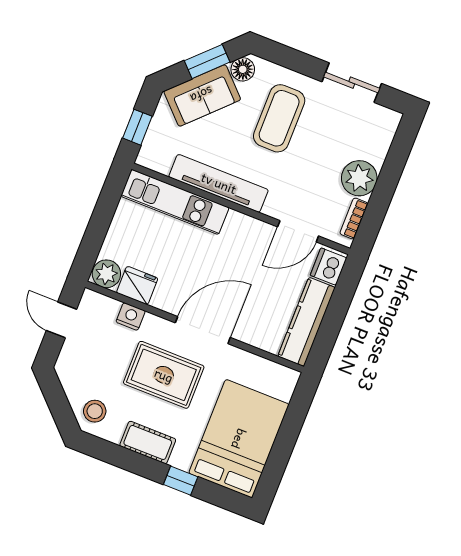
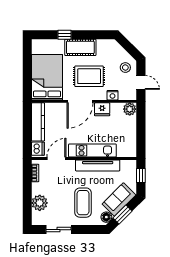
plant: (359, 178) -> (40, 203), moved
kitchen unit: (175, 202) -> (92, 150), moved
fridge: (137, 285) -> (102, 109), moved
stool: (95, 411) -> (125, 68), moved
bed: (239, 439) -> (47, 77), moved, turned 180
cot: (148, 442) -> (80, 47), width x1.37, depth x1.34

